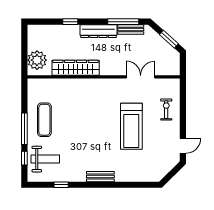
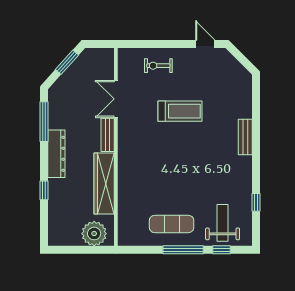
bench: (131, 29) -> (108, 135), moved
treadmill: (131, 126) -> (180, 111), width x0.73, depth x0.73
bench: (100, 177) -> (245, 137), moved

